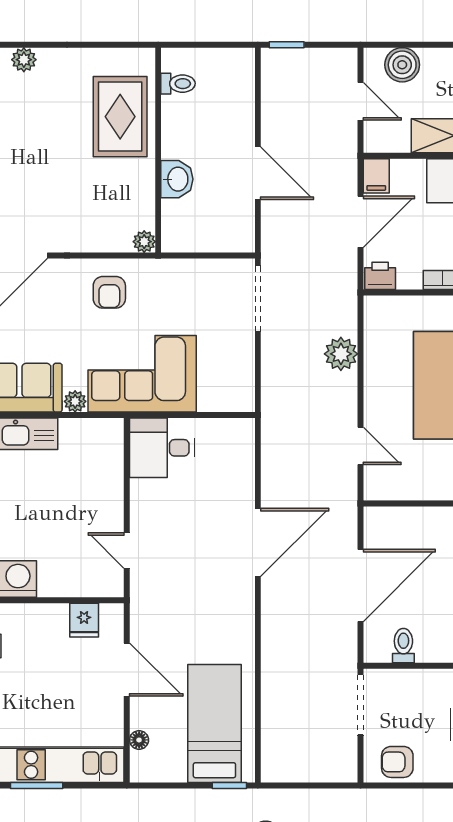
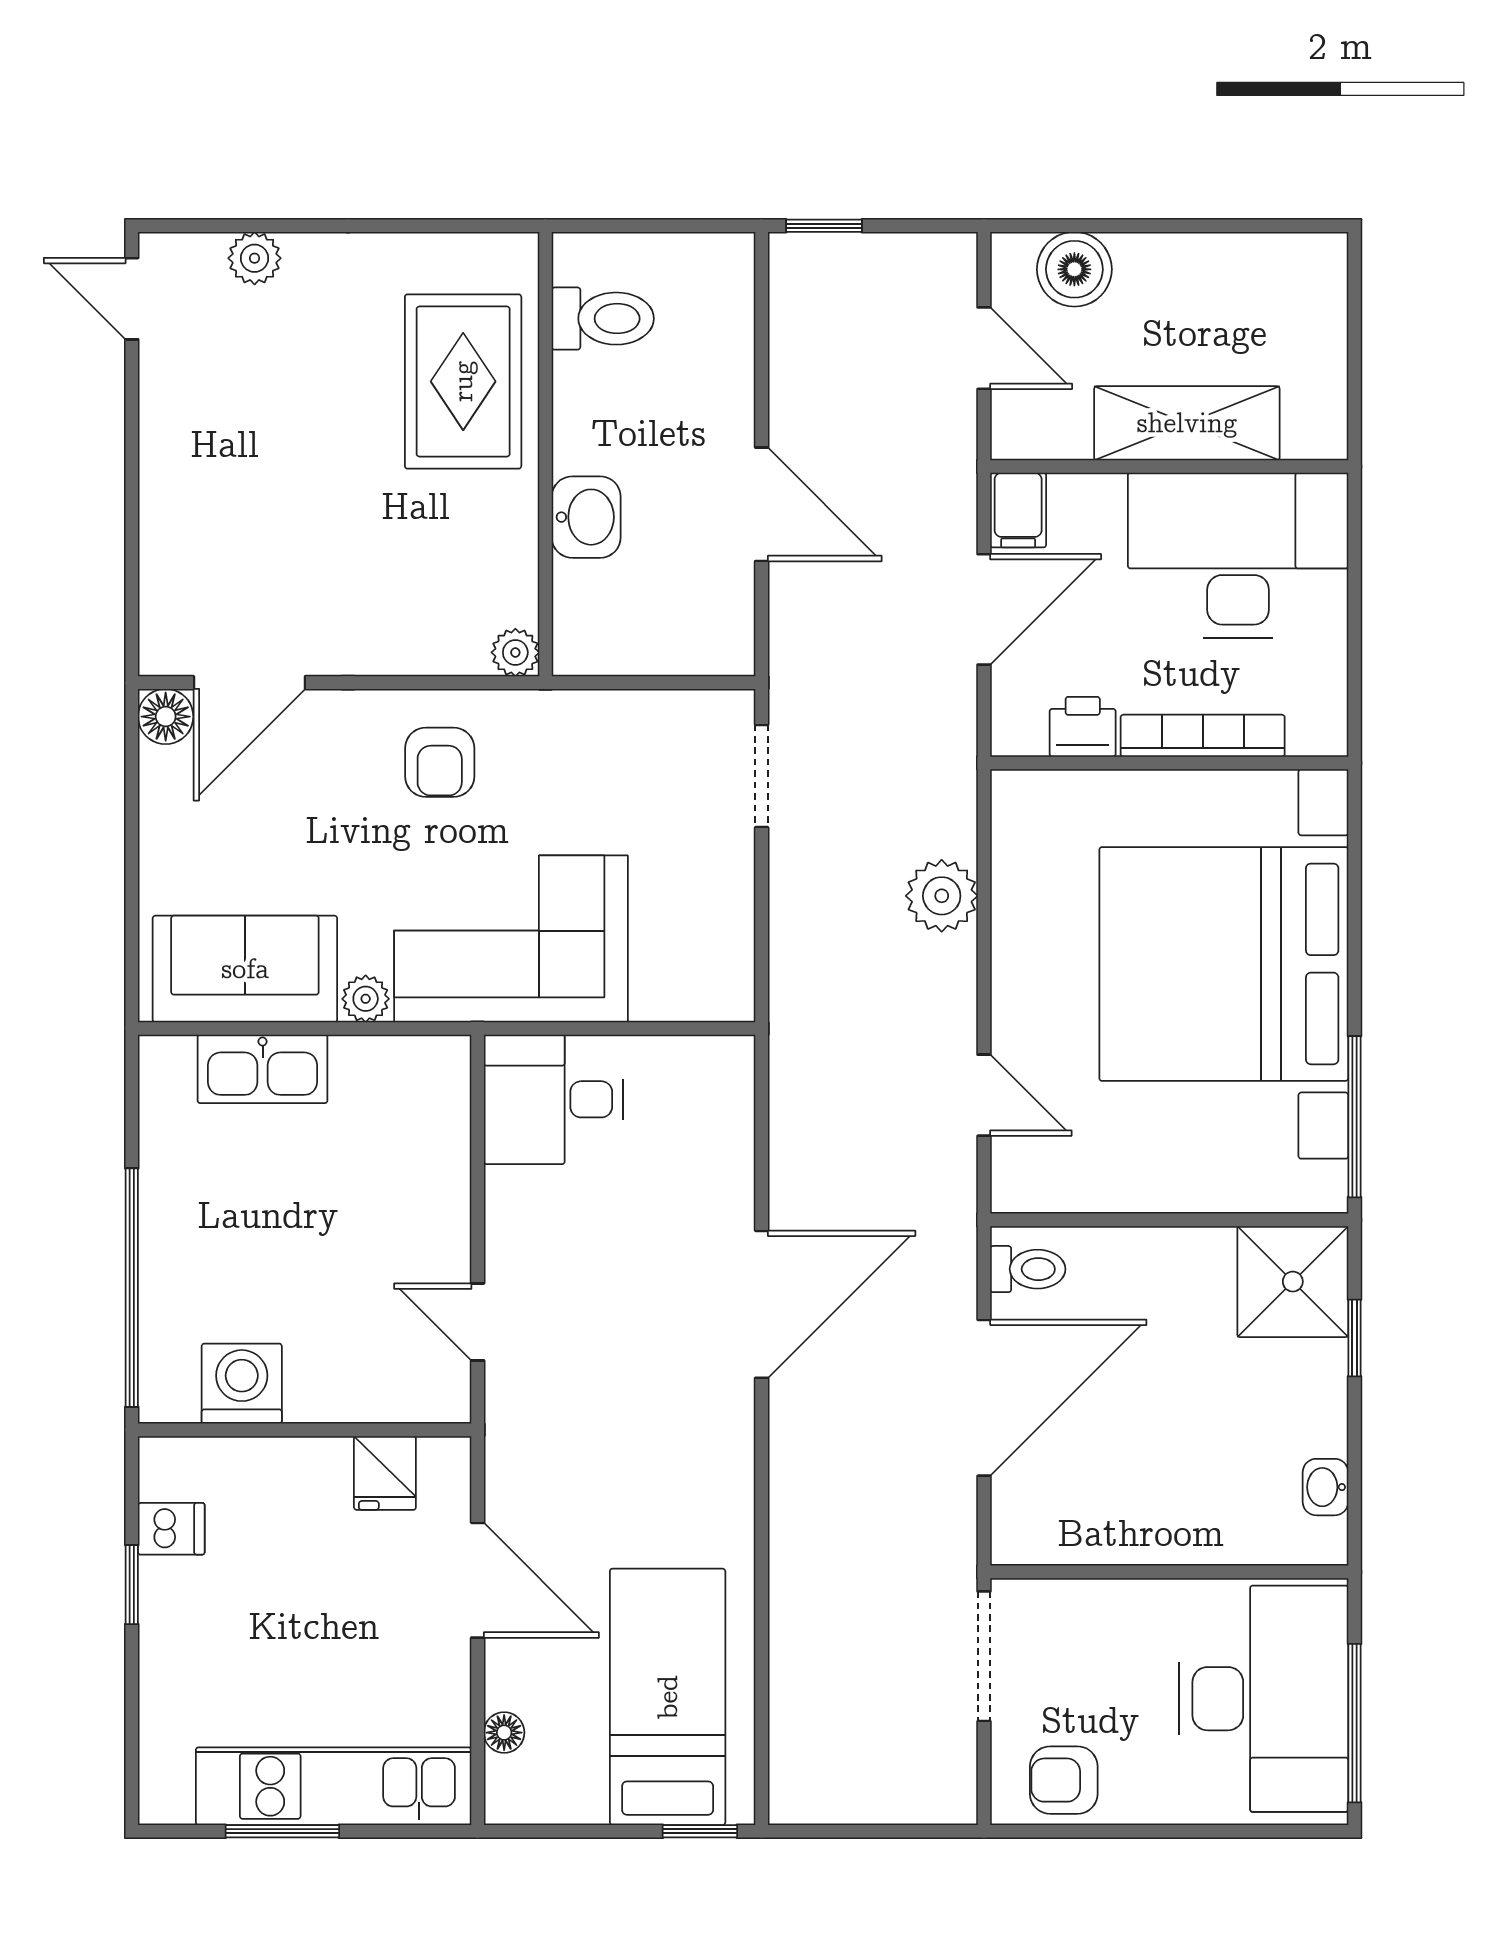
toilet: (178, 84) -> (603, 319), width x1.37, depth x1.39
printer: (380, 276) -> (1083, 727), moved
doorway: (258, 299) -> (762, 776), width x0.73
toilet: (403, 646) -> (1028, 1269), moved, turned 90

